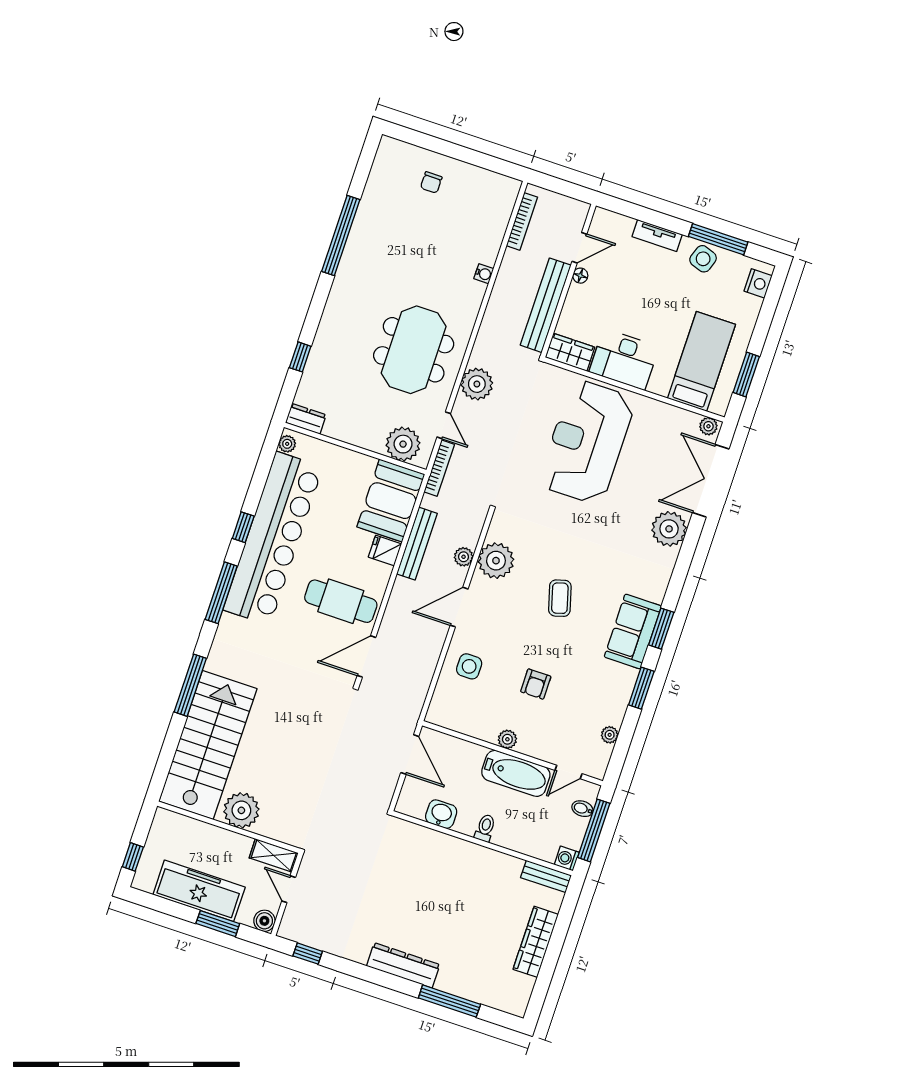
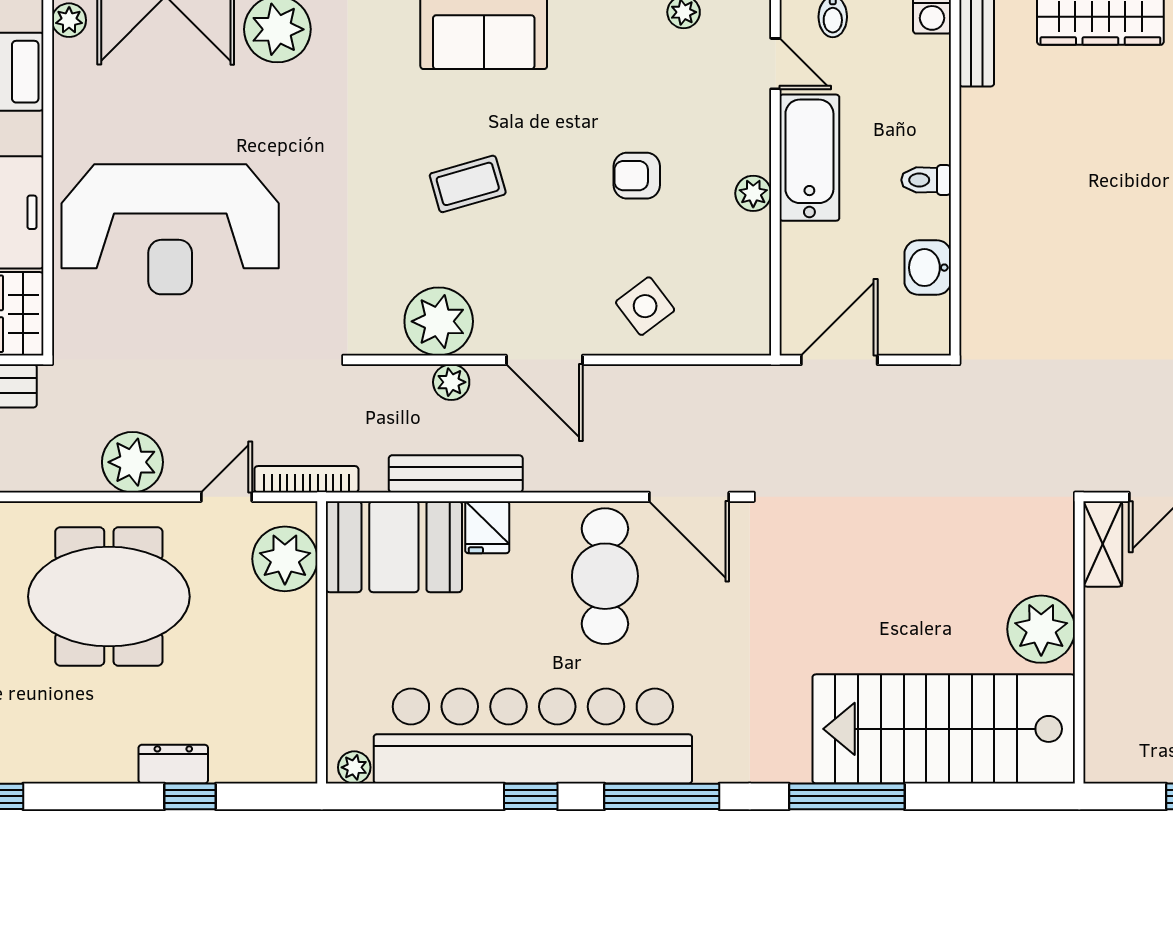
dresser: (306, 419) -> (173, 764), moved, turned 90
side table: (469, 666) -> (645, 306), turned -37
armchair: (536, 684) -> (637, 176), turned 180

